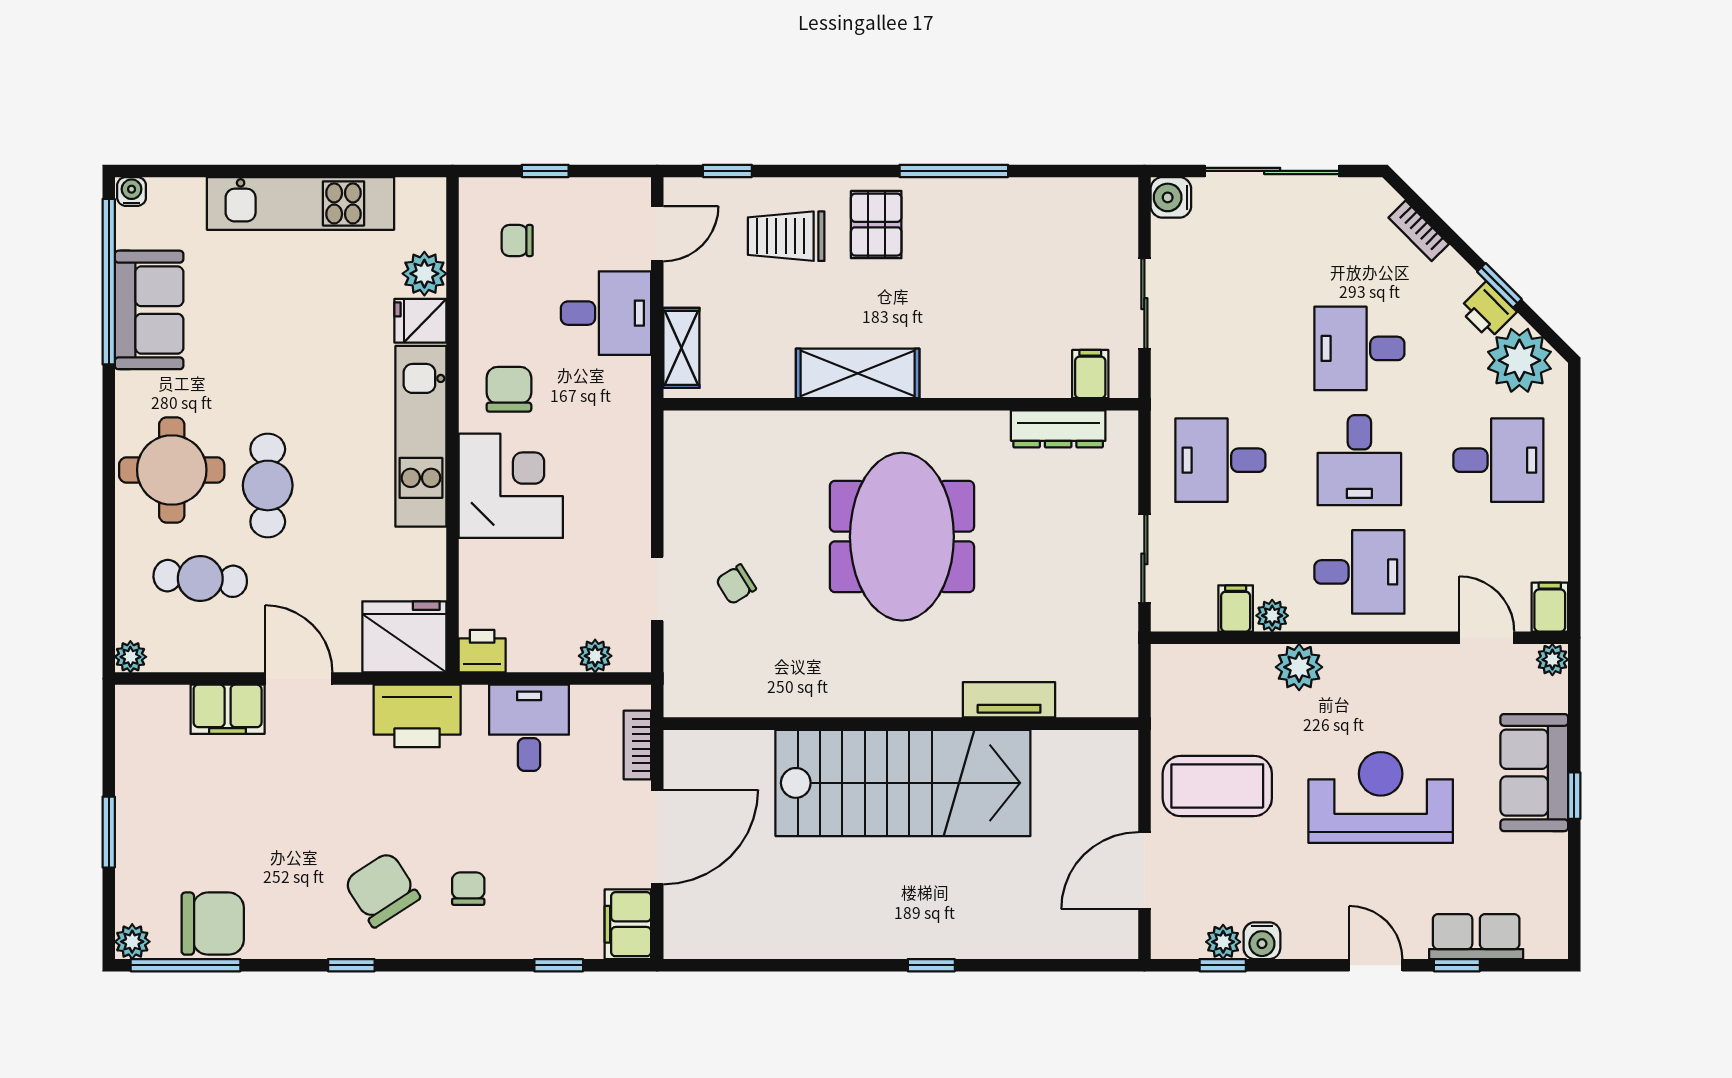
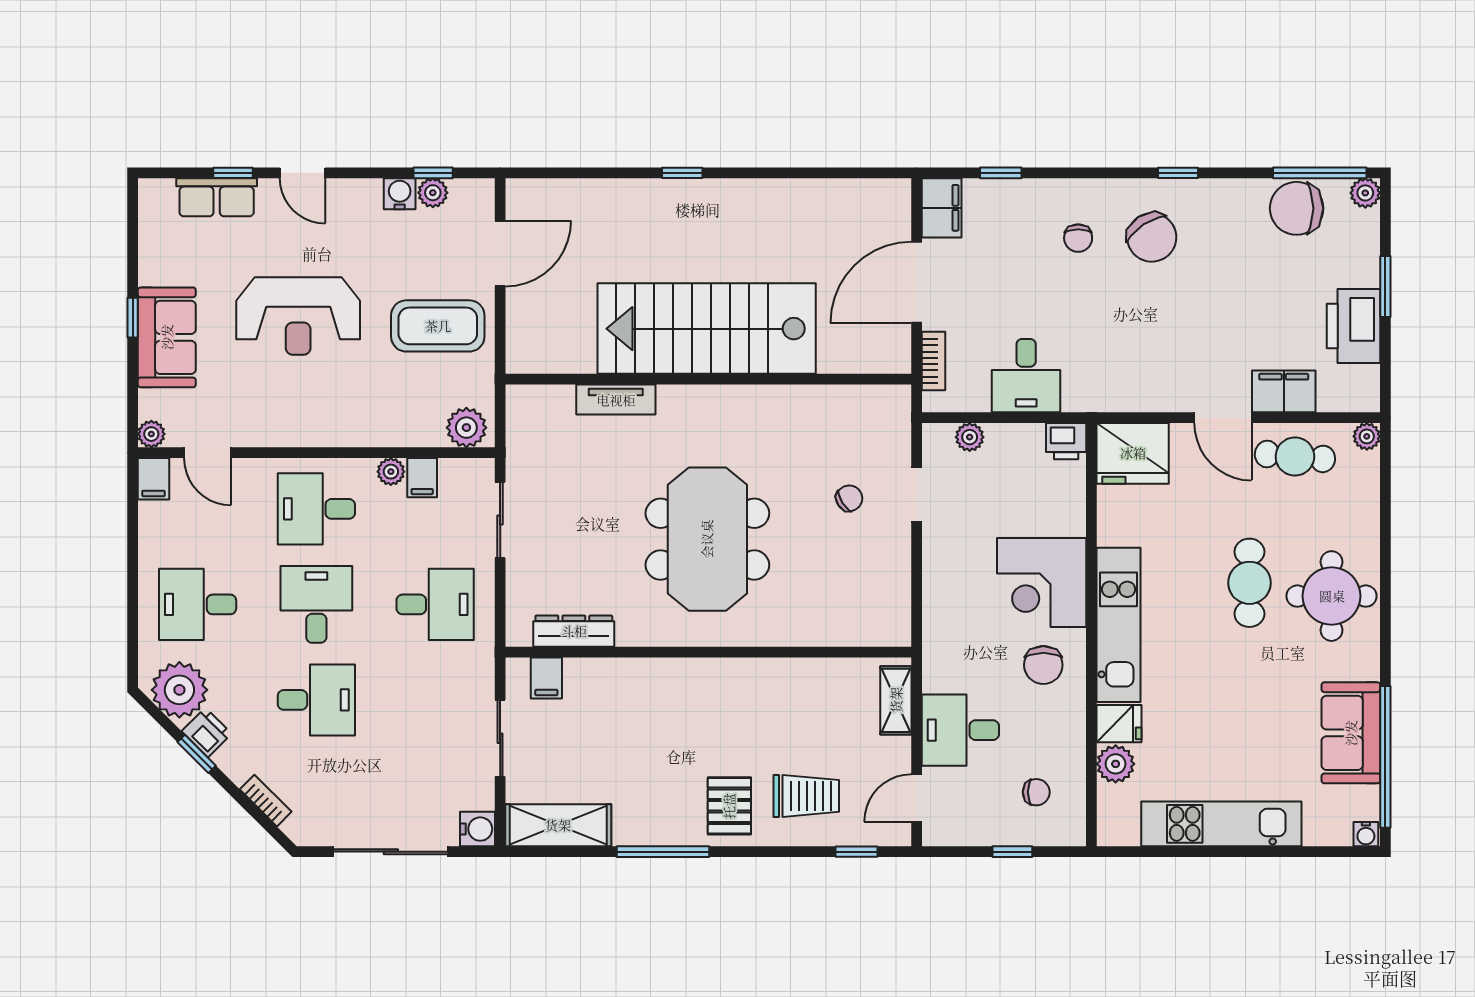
shelving: (858, 373) -> (558, 825), moved
cafe table: (200, 578) -> (1295, 456), moved
plant: (1299, 667) -> (466, 428), moved
printer: (417, 716) -> (1354, 326), moved, turned -90

